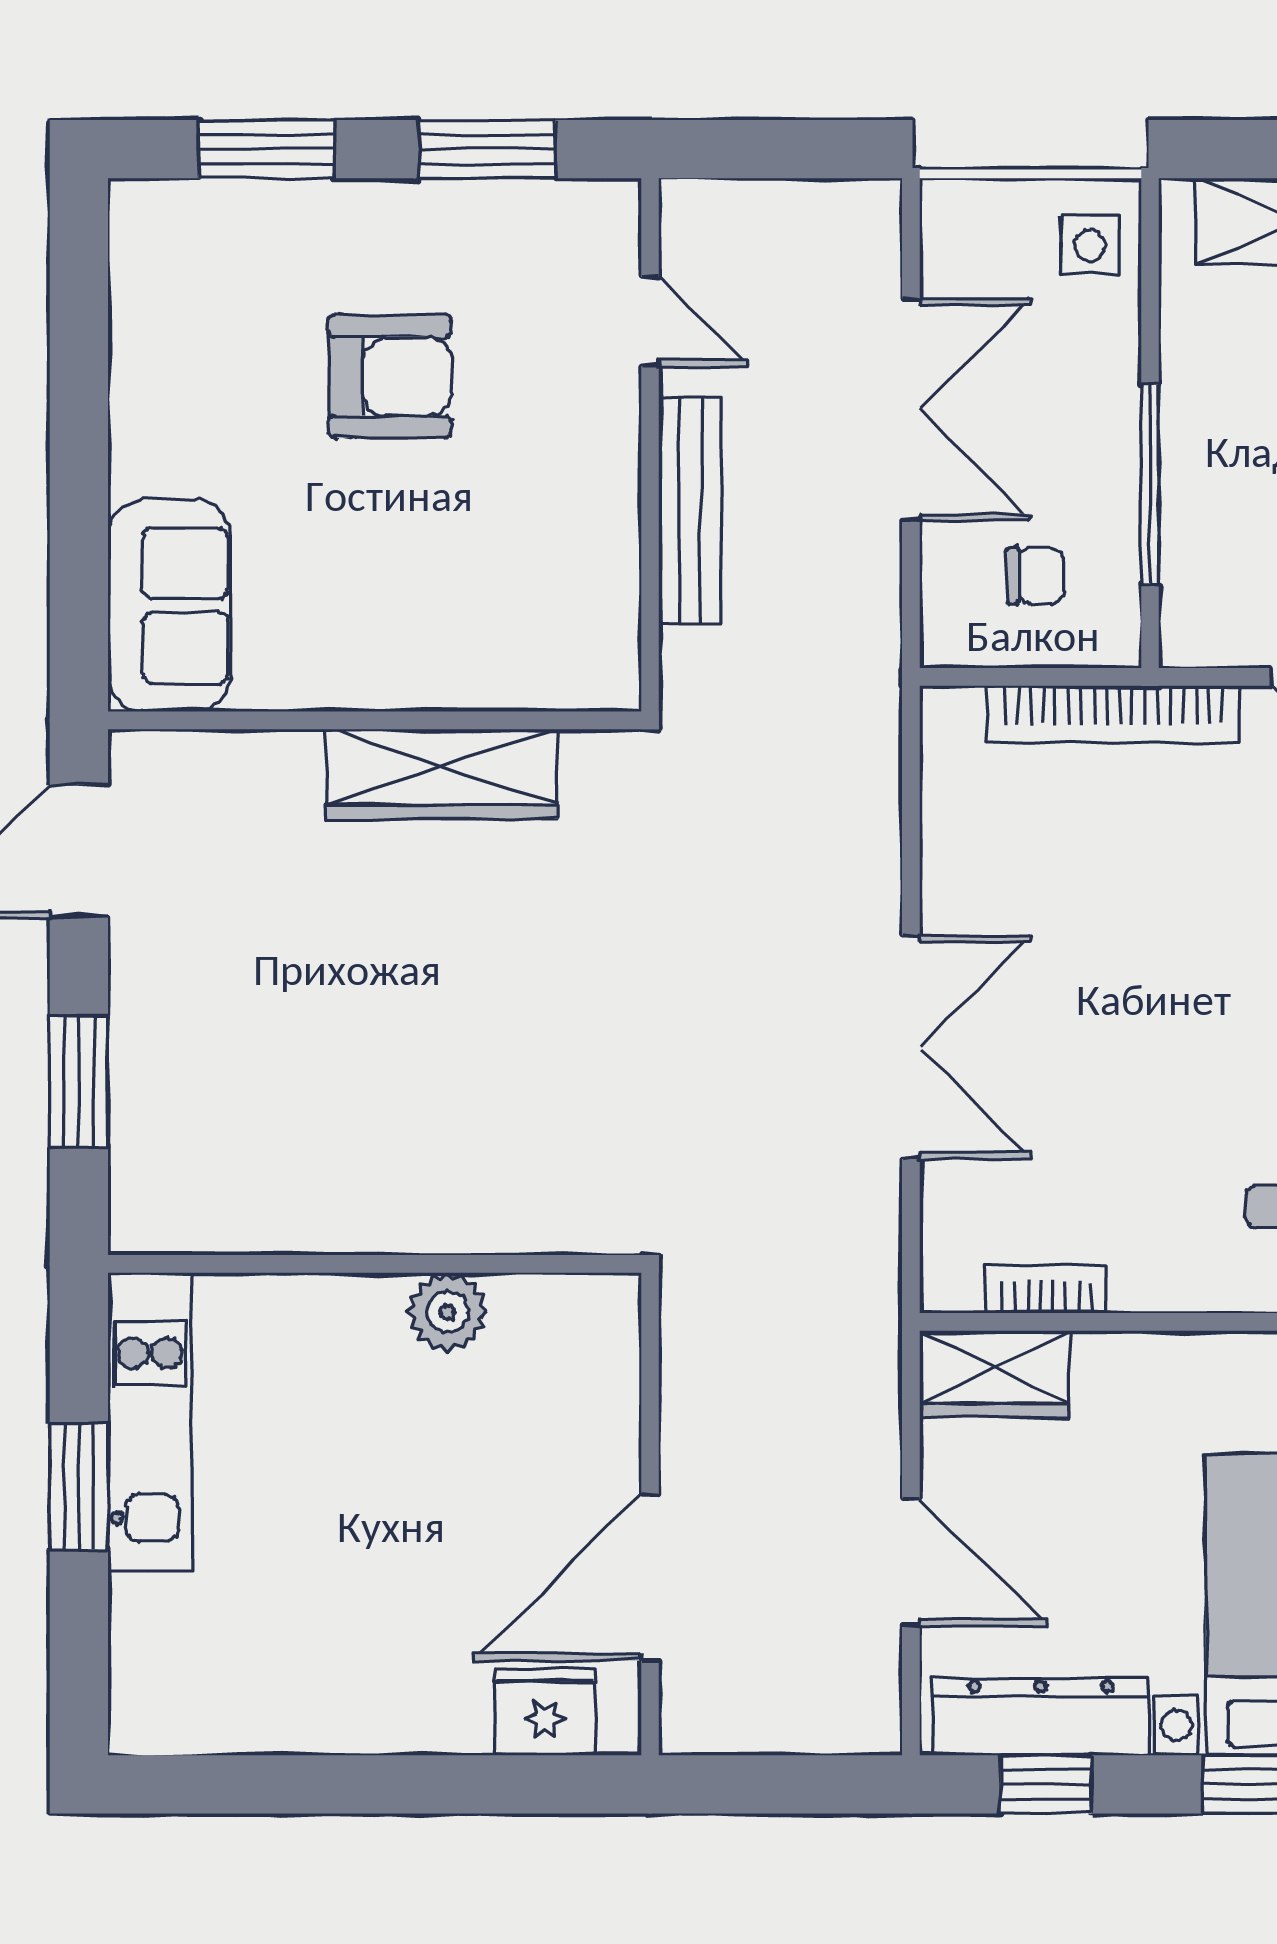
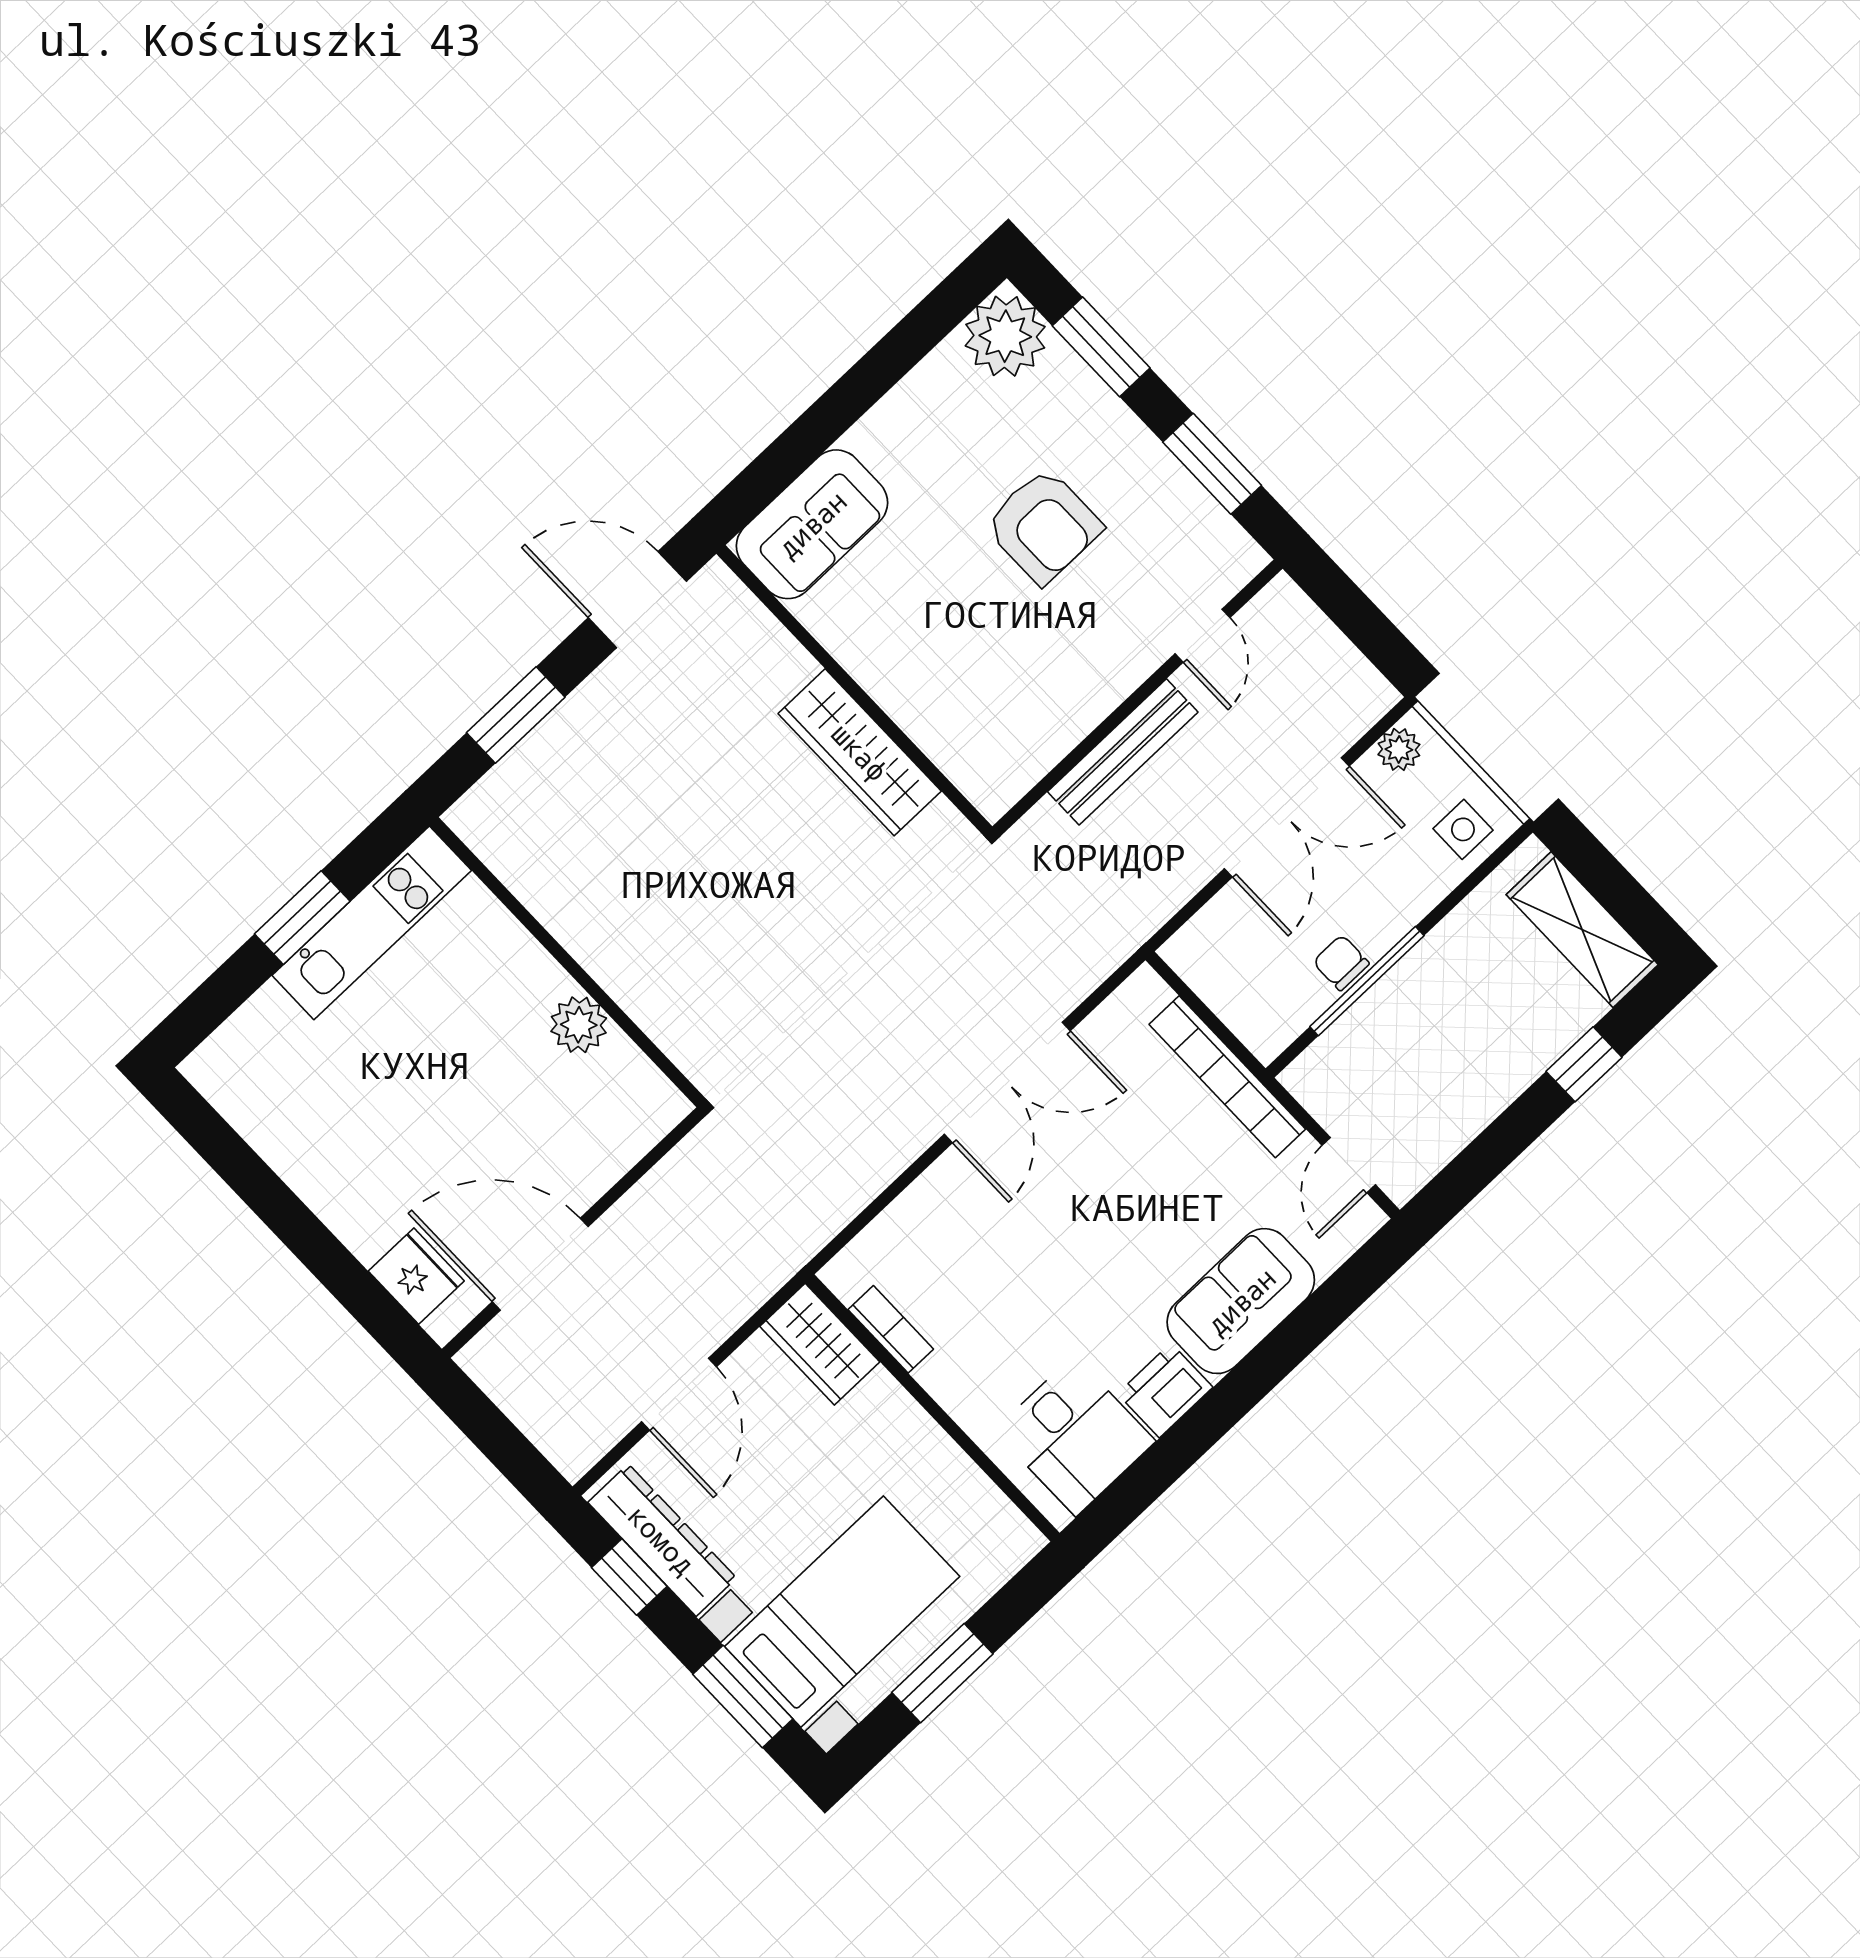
plant: (949, 233) -> (1399, 749), added
plant: (164, 235) -> (1005, 336), added
chair: (1035, 576) -> (1341, 963), moved, turned 180
double door: (911, 1047) -> (1007, 1083), moved

